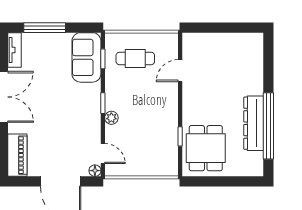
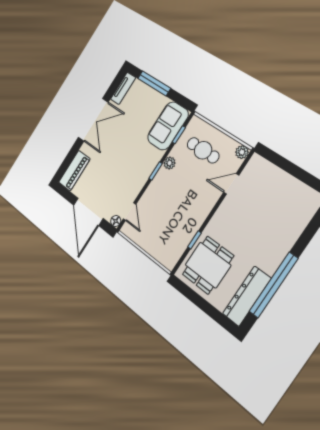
plant: (171, 39) -> (242, 152), added
plant: (111, 118) -> (170, 163), moved
dresser: (254, 123) -> (247, 296), moved

